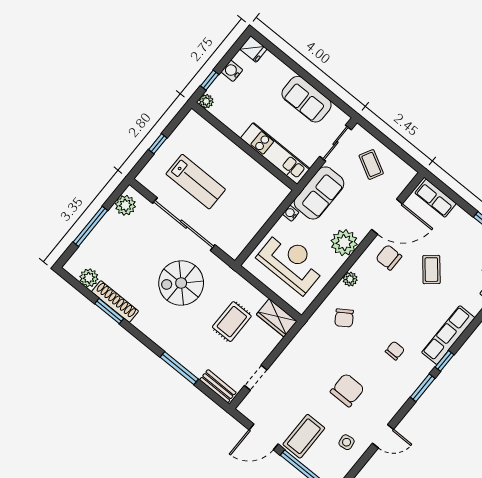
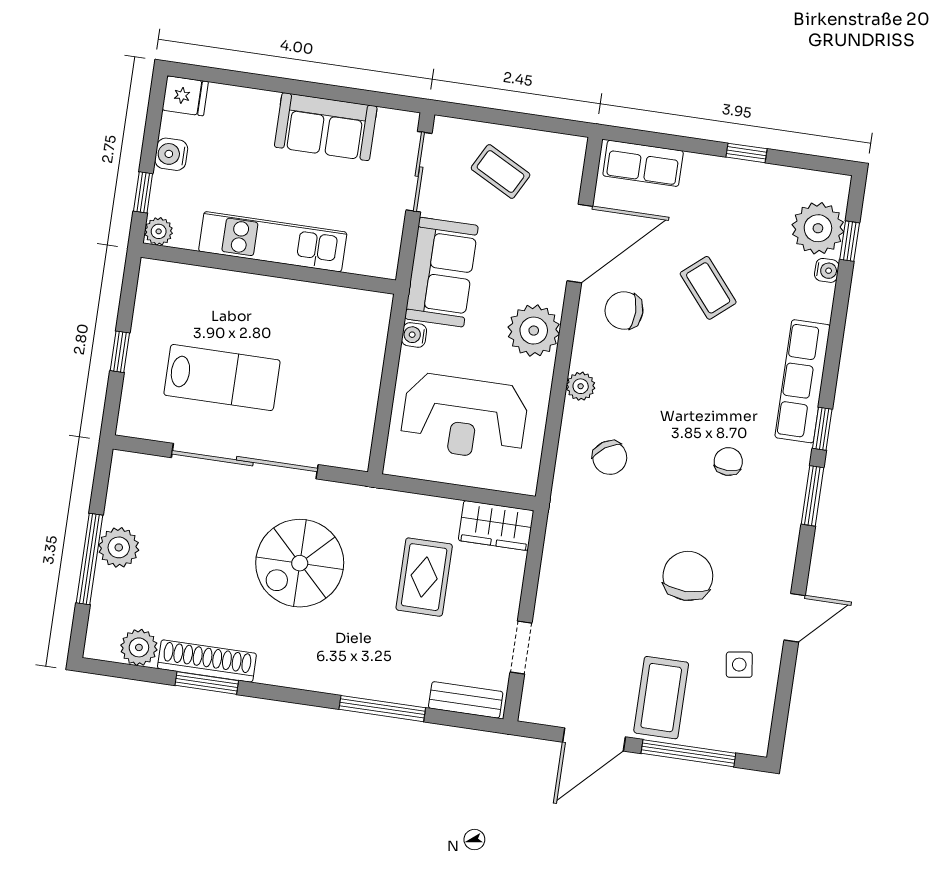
kitchen unit: (275, 153) -> (273, 242), moved
plant: (125, 205) -> (119, 547), moved
reception desk: (291, 262) -> (464, 417), turned 180

